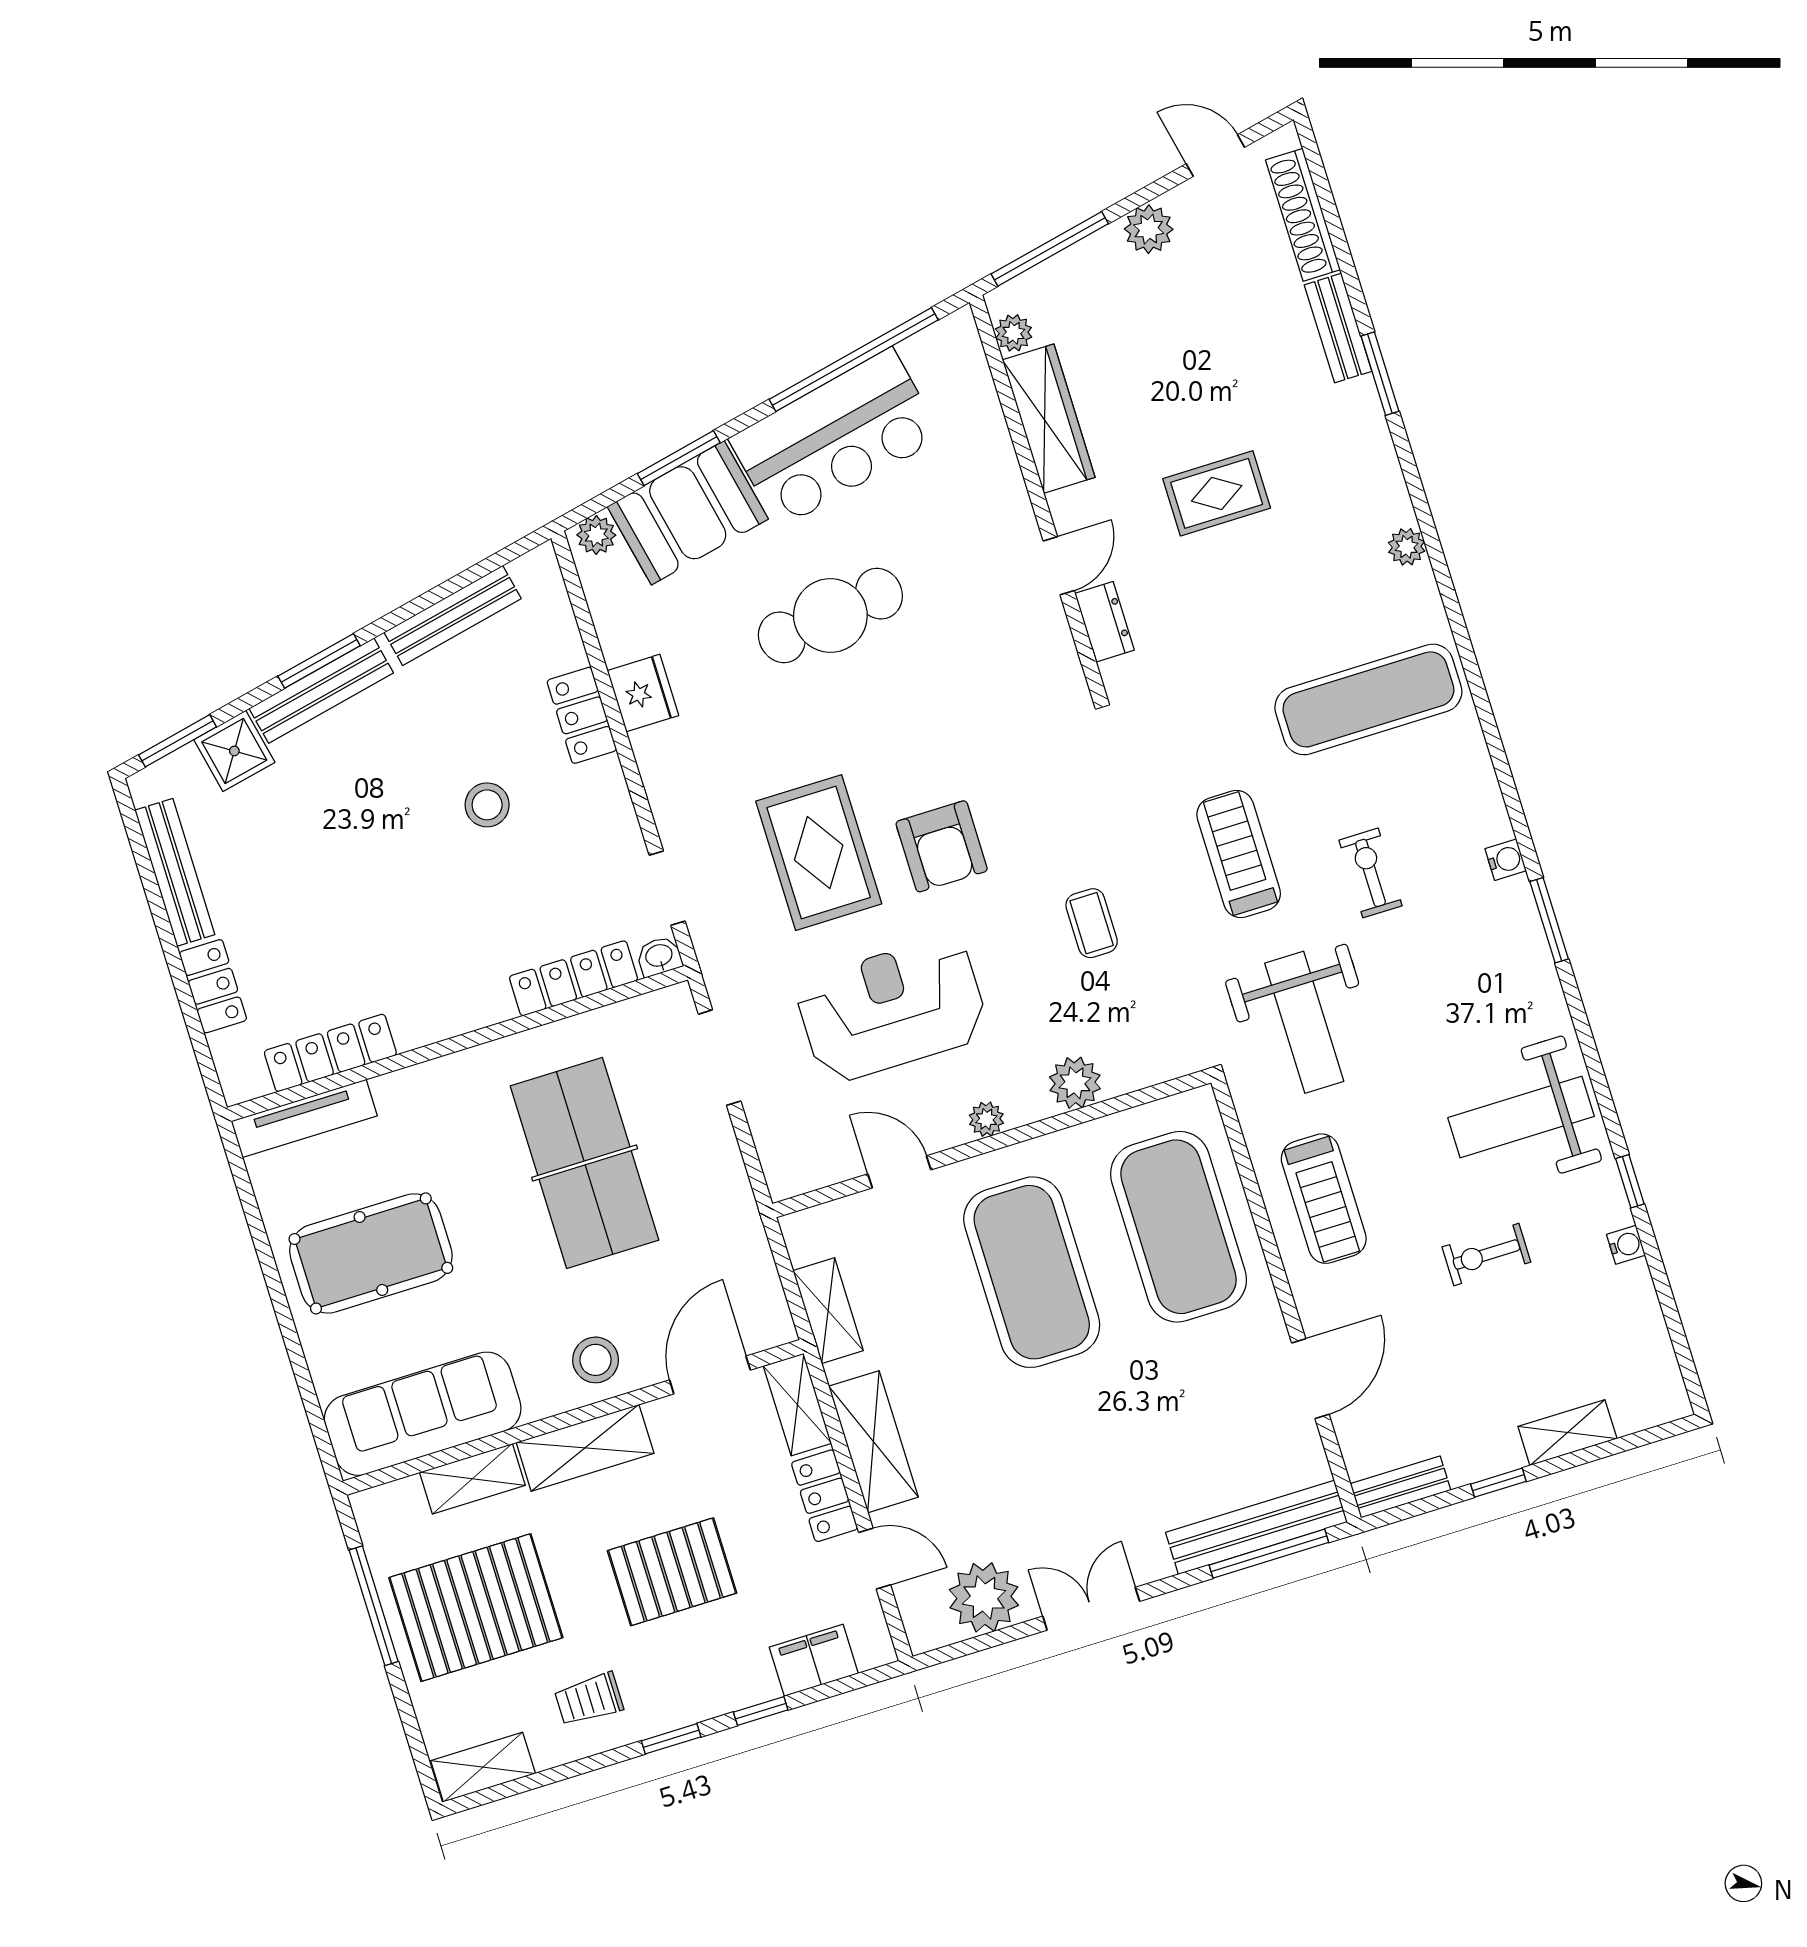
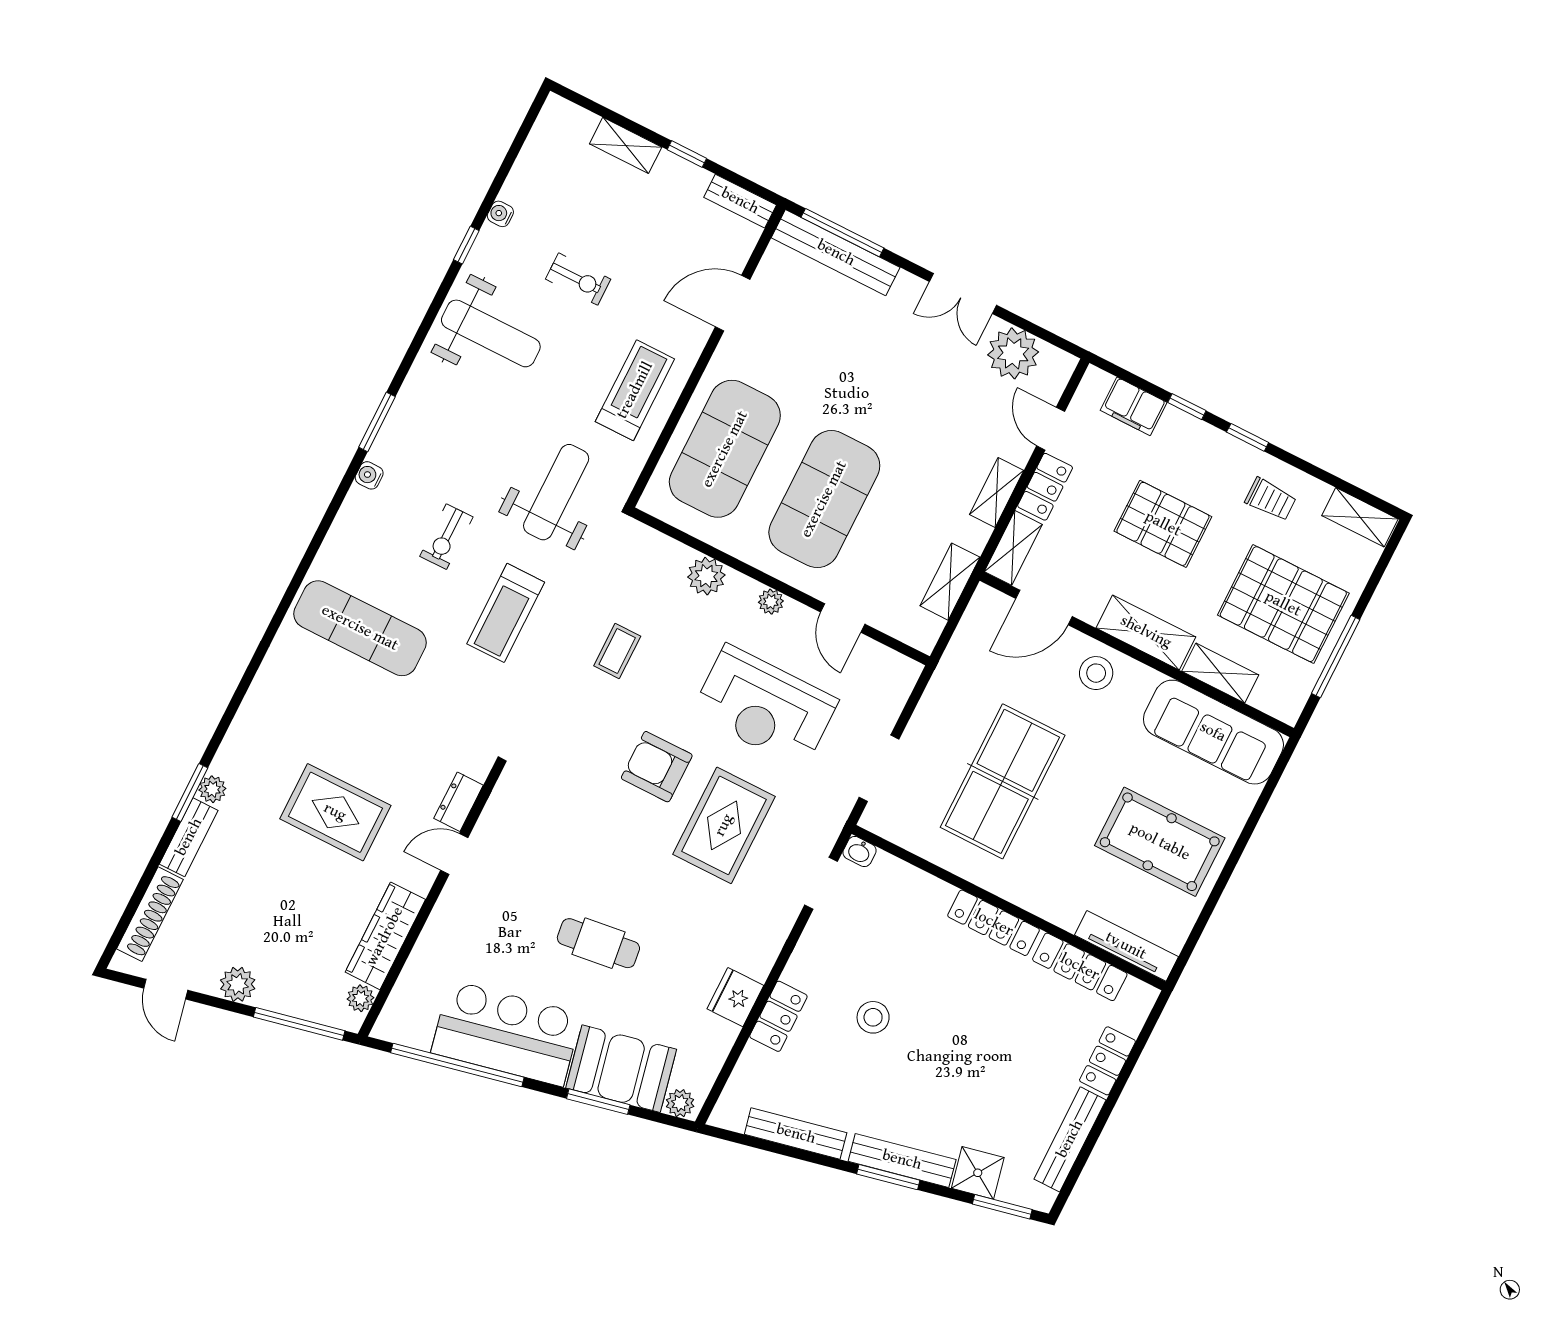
rug: (1217, 493) -> (335, 812), width x1.36, depth x1.43
plant: (1407, 547) -> (212, 789), moved
cafe table: (830, 615) -> (598, 943), width x0.73, depth x0.74
armchair: (942, 846) -> (657, 767), turned -90
locker: (574, 978) -> (994, 923), moved
shelving: (873, 1442) -> (997, 493), width x0.67, depth x0.75

